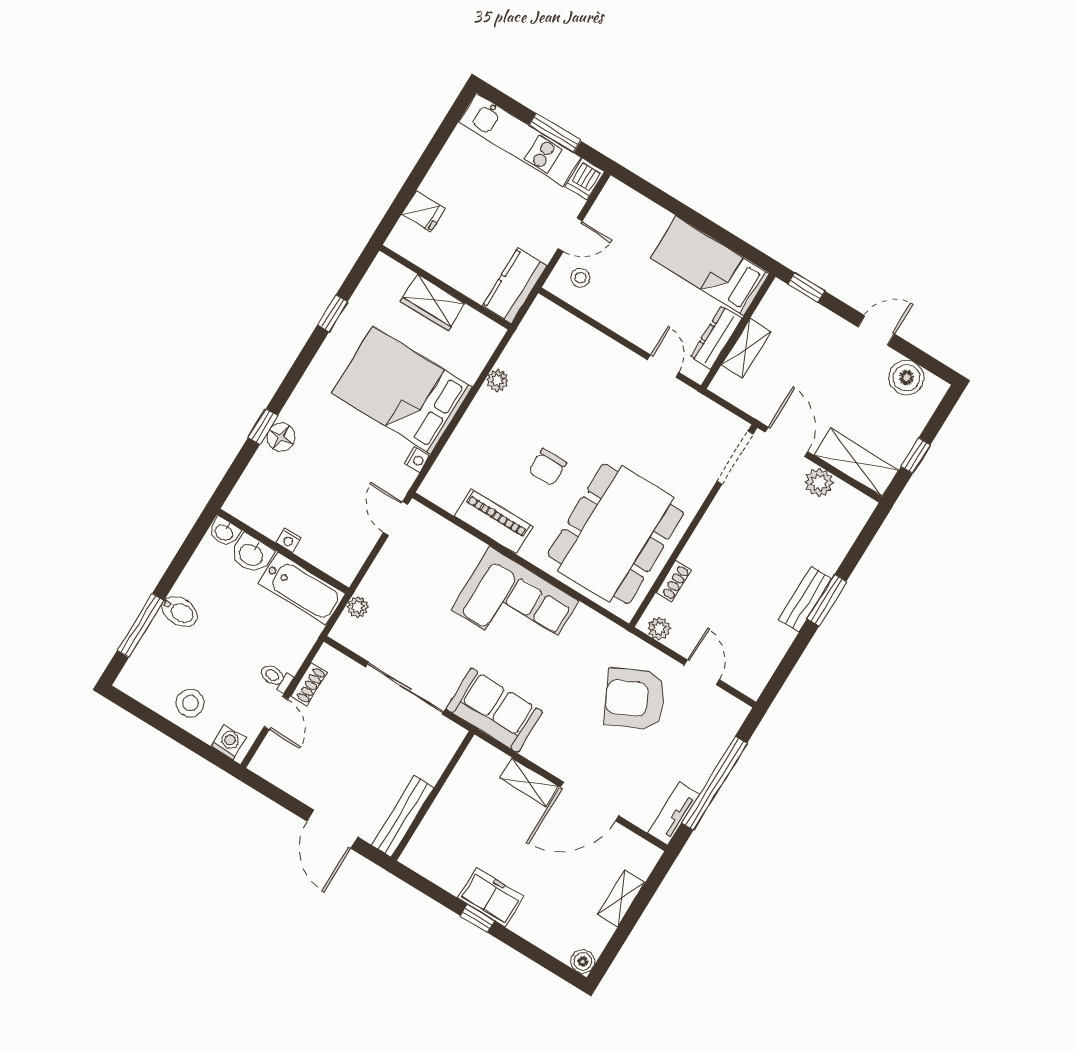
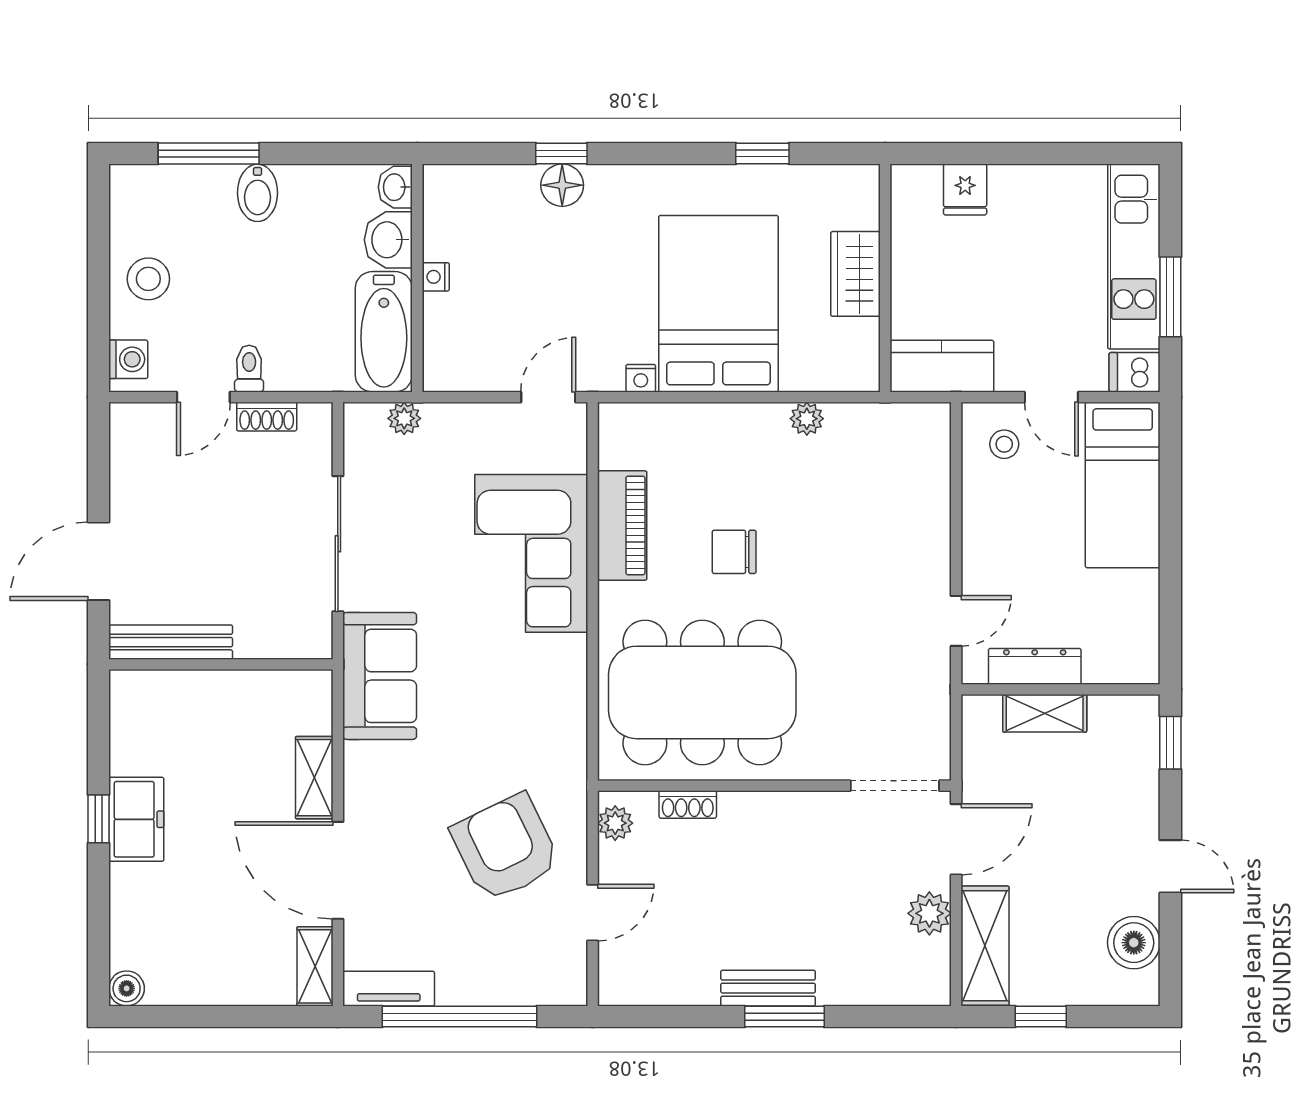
bed: (710, 266) -> (1123, 485), moved, turned 180
corner sofa: (515, 605) -> (531, 553), moved
shelving: (621, 899) -> (315, 966), moved, turned 90

